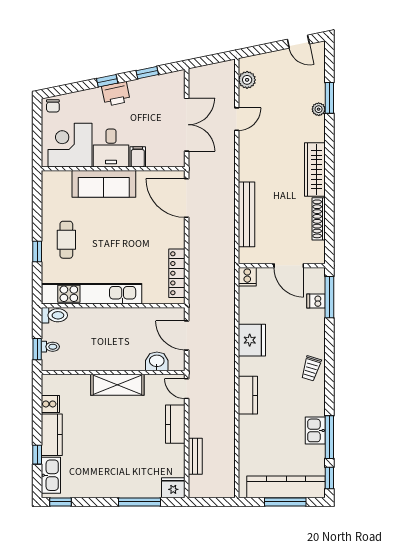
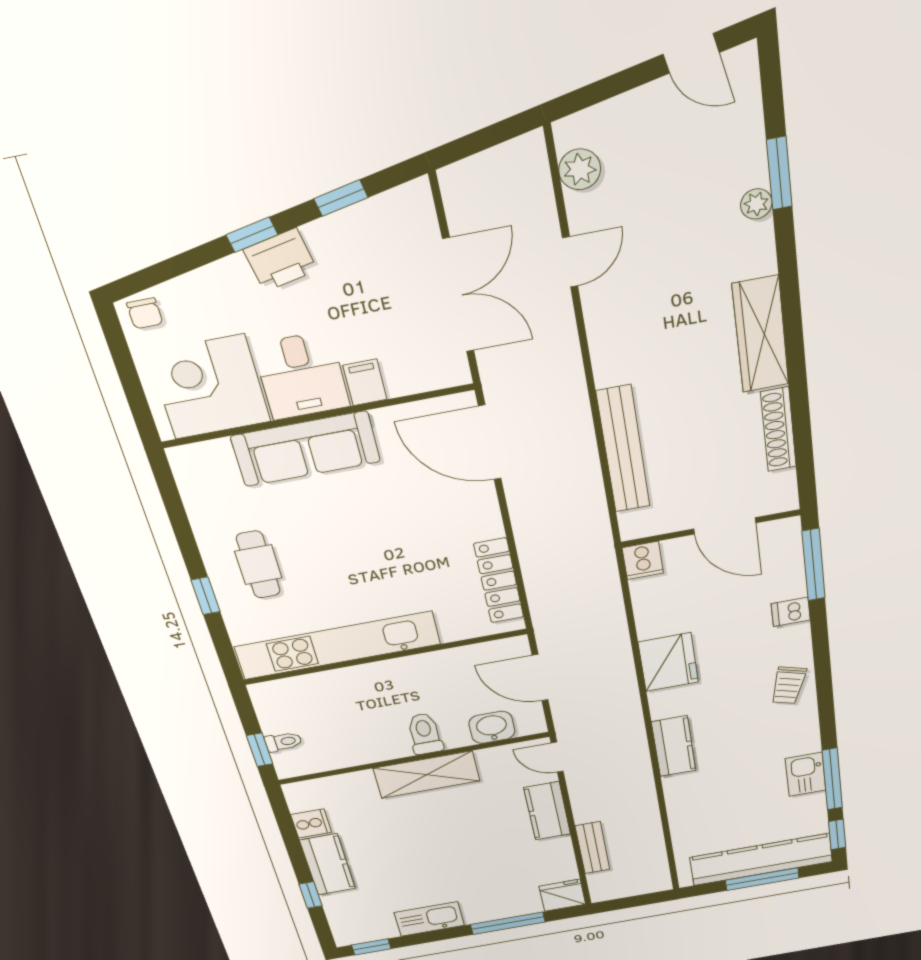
dishwasher: (316, 301) -> (791, 612), moved
toilet: (54, 315) -> (425, 734), moved, turned -90
kitchen sink: (51, 475) -> (429, 919), moved, turned -90

